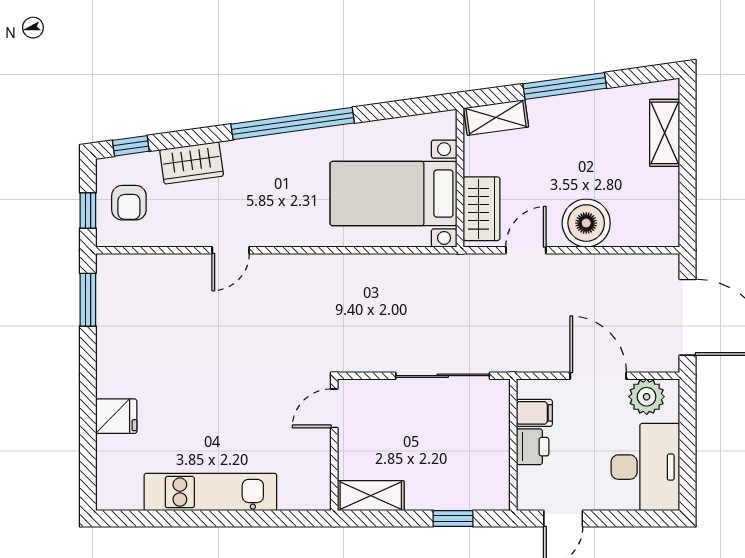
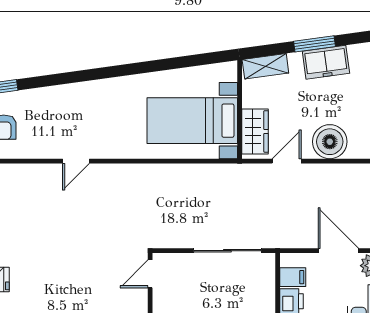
window: (565, 86) -> (314, 44), width x0.69
freezer: (581, 112) -> (326, 62), added
window: (293, 124) -> (120, 71), removed
wardrobe: (192, 163) -> (48, 99), removed

